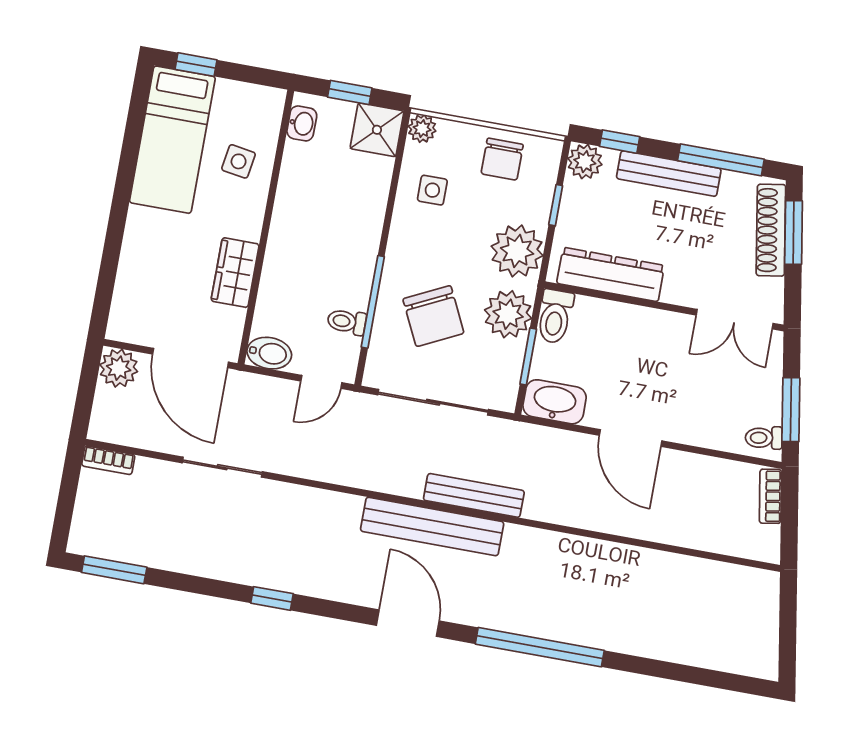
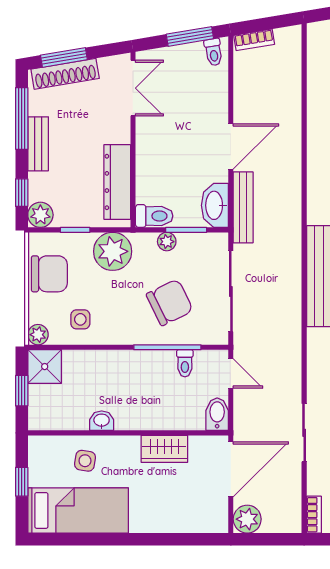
window: (196, 65) -> (22, 482), moved
washbasin: (302, 123) -> (102, 421), moved
chair: (502, 159) -> (49, 274), width x1.37, depth x1.37
bench: (669, 174) -> (38, 144), width x0.73
plant: (508, 314) -> (167, 242), width x0.53, depth x0.53
bench: (474, 495) -> (243, 207), moved

